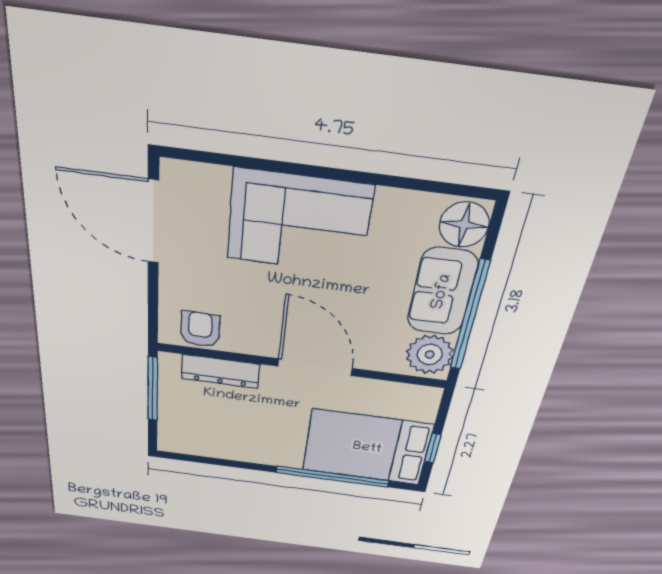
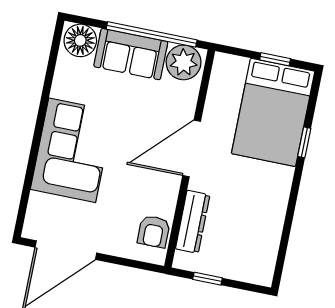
armchair: (200, 329) -> (154, 232), turned -90
window: (153, 389) -> (208, 279), width x0.46
window: (332, 477) -> (304, 142), width x0.32

